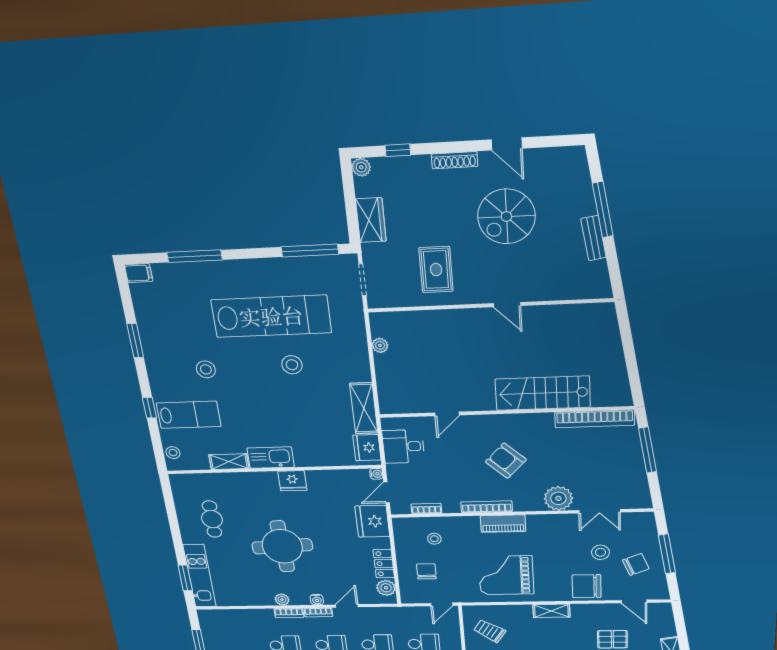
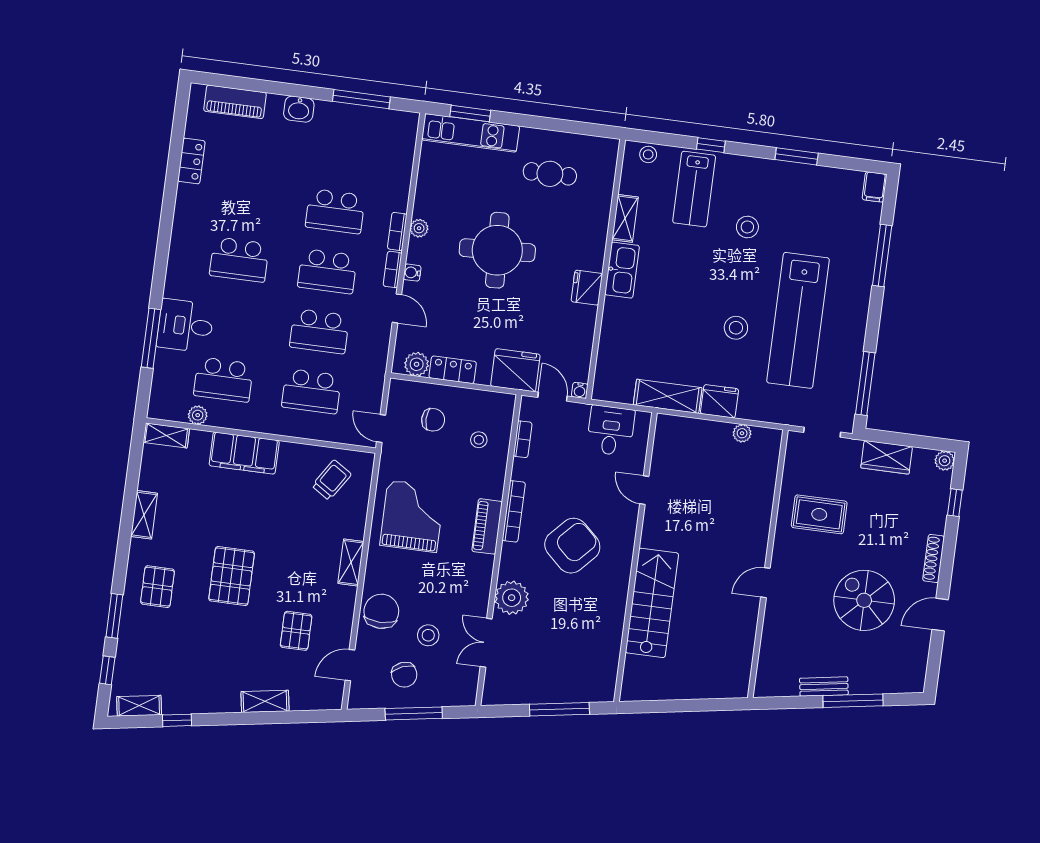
bookcase: (595, 419) -> (610, 656), removed
fridge: (367, 448) -> (719, 401), moved
armchair: (506, 461) -> (572, 546), width x1.36, depth x1.36

